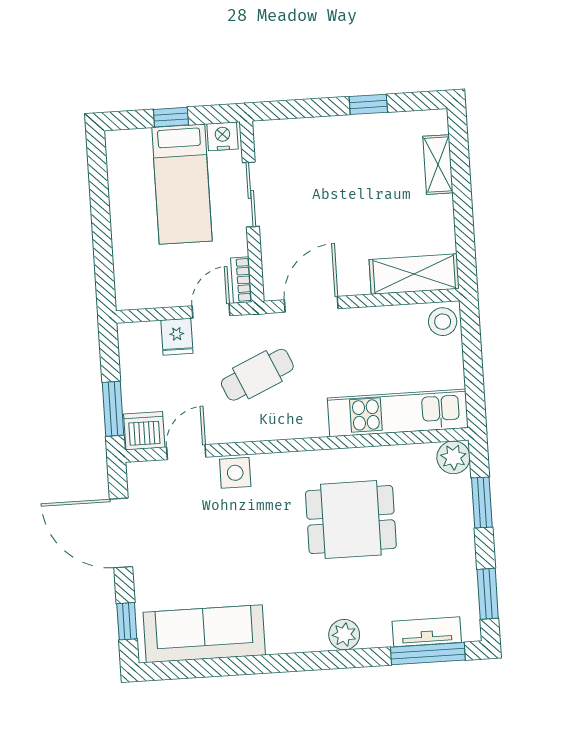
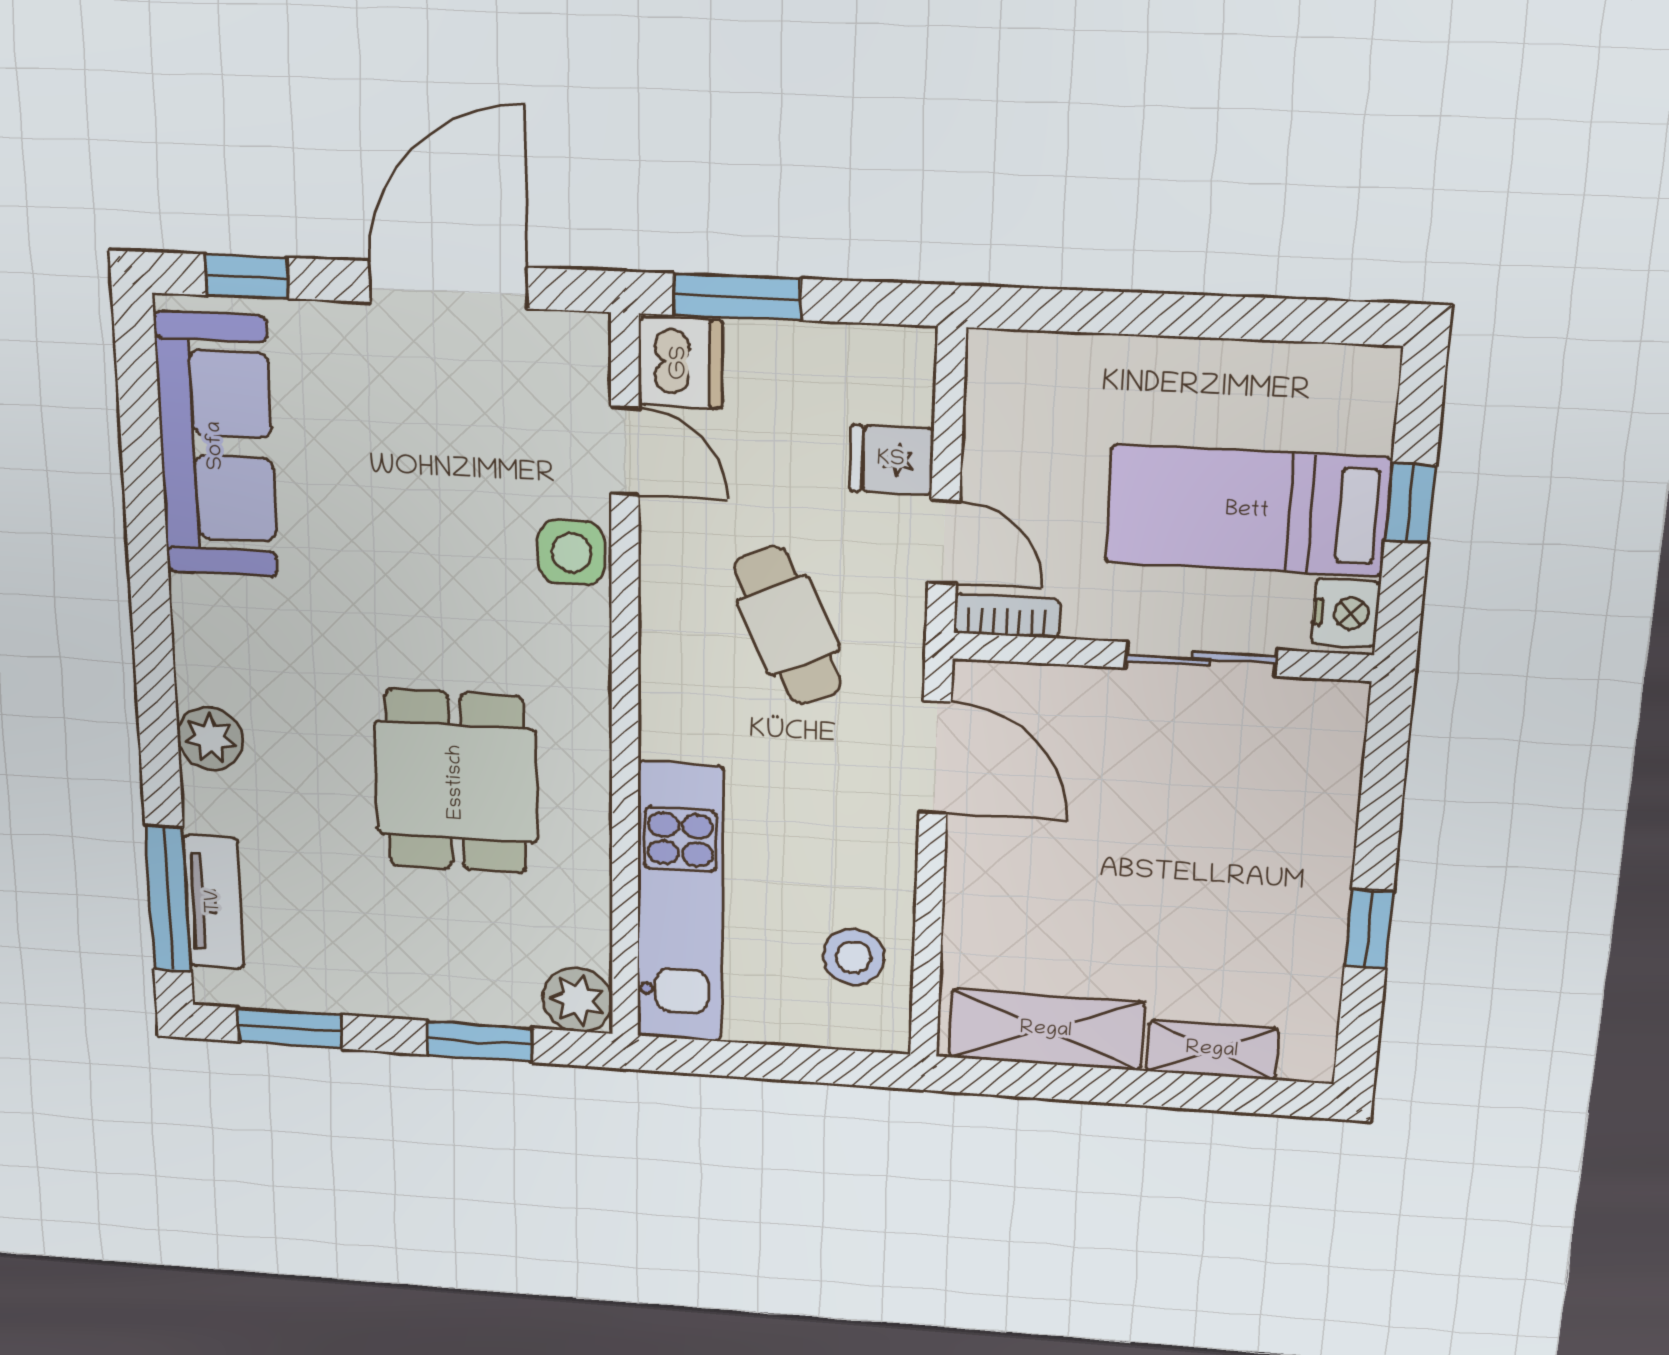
shelving: (414, 274) -> (1046, 1030), moved, turned 90
stool: (443, 322) -> (854, 957), moved

